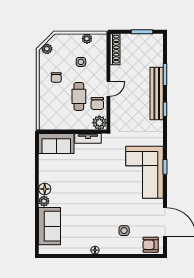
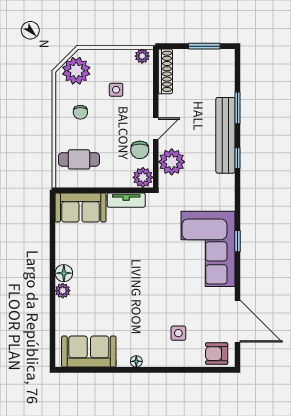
plant: (87, 39) -> (142, 56), moved
plant: (47, 49) -> (76, 71), width x1.88, depth x1.88
cafe table: (79, 96) -> (79, 159), moved, turned 90
plant: (119, 112) -> (172, 162), added
sofa: (50, 226) -> (89, 352), moved, turned -90

